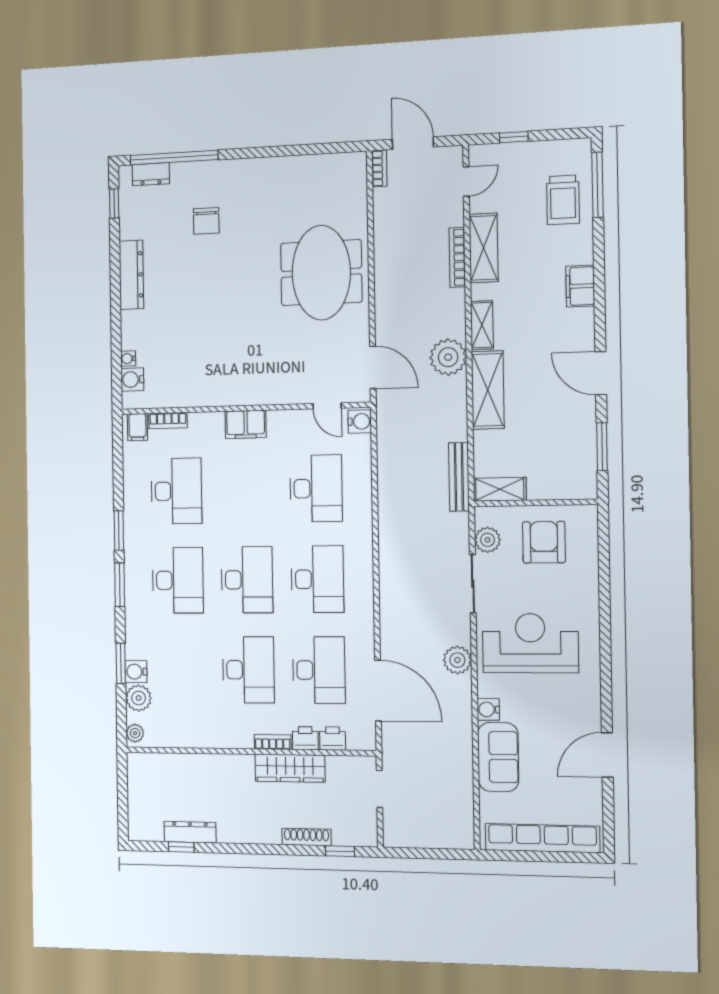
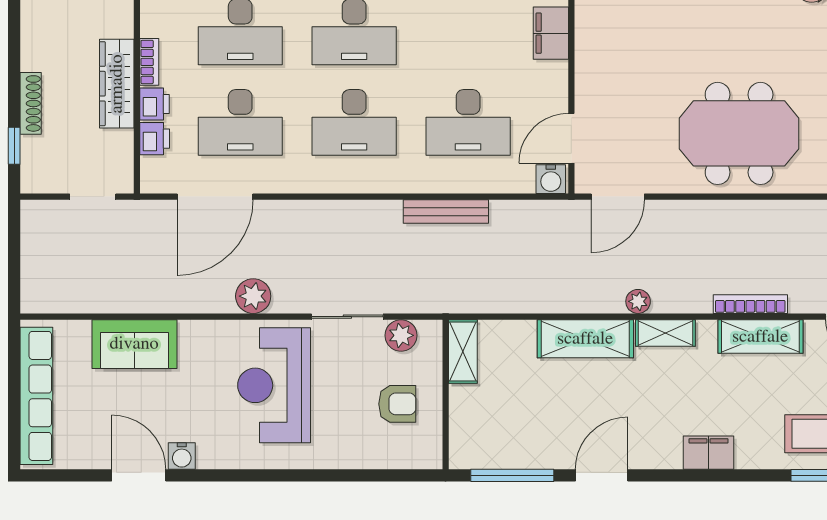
plant: (448, 357) -> (638, 301), width x0.53, depth x0.53
door: (327, 406) -> (571, 138), width x1.38
window: (602, 447) -> (512, 475), width x1.44
bench: (459, 477) -> (446, 212), moved
armchair: (544, 542) -> (397, 404), width x0.72, depth x0.72
reception desk: (530, 643) -> (274, 385), turned 180
water cooler: (488, 709) -> (182, 456), moved, turned 180

